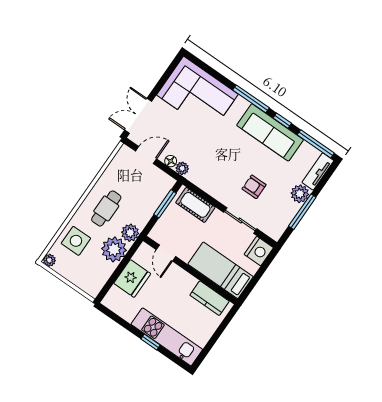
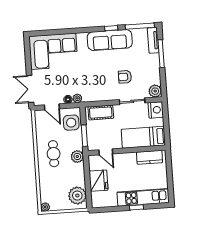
window: (251, 99) -> (85, 30), removed
door: (146, 155) -> (52, 107), swing flipped
plant: (300, 194) -> (155, 91), moved
window: (165, 204) -> (84, 136), moved
window: (302, 212) -> (161, 54), moved
side table: (76, 241) -> (71, 123), moved
plant: (114, 249) -> (77, 196), moved

